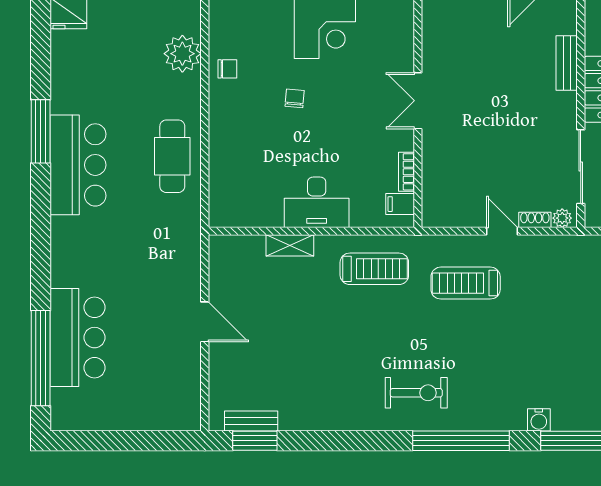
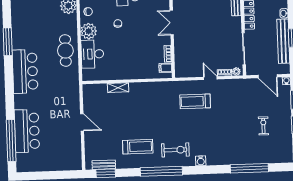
plant: (227, 114) -> (89, 31), added
bar counter: (78, 165) -> (25, 71), moved
desk: (317, 202) -> (92, 54), moved, turned 90
treadmill: (374, 269) -> (138, 147), moved
water cooler: (539, 420) -> (201, 161), moved
window: (461, 441) -> (161, 171), moved

